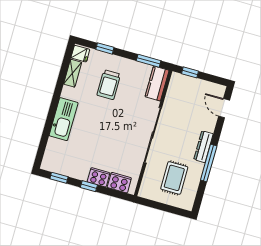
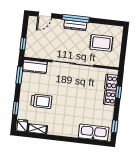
kitchen sink: (64, 119) -> (94, 132), moved
window: (209, 163) -> (76, 18), moved
window: (89, 186) -> (119, 92), moved

